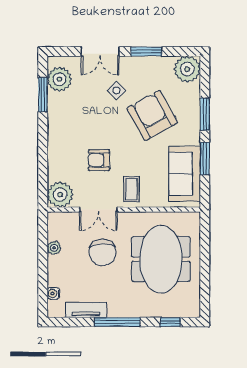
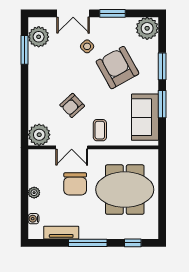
armchair: (99, 160) -> (72, 105), turned -43
plant: (54, 248) -> (34, 193), moved
meeting table: (161, 259) -> (125, 190), turned 90

